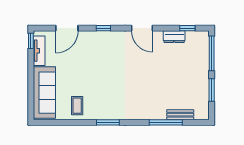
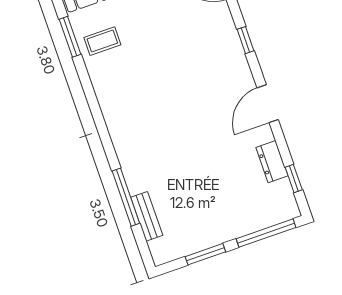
window: (108, 122) -> (70, 37), moved

